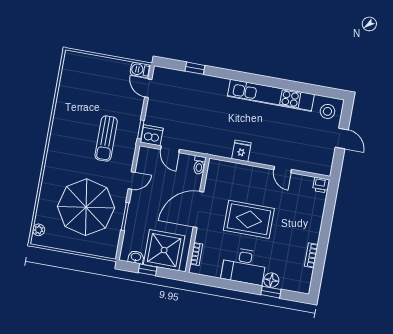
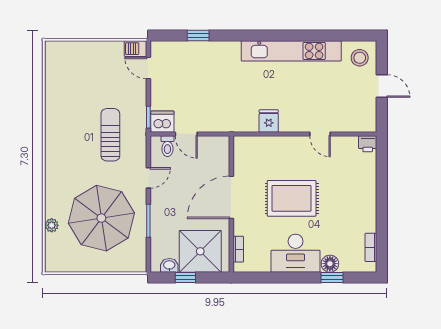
sun lounger: (106, 138) -> (110, 135), turned 180
toilet: (199, 165) -> (167, 146), moved
plant: (39, 230) -> (52, 225), moved
bookcase: (311, 255) -> (371, 247), moved

